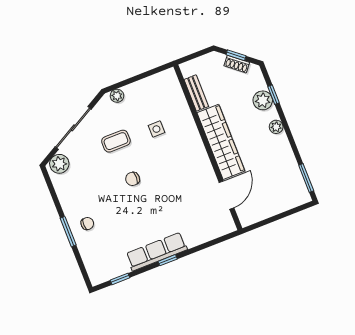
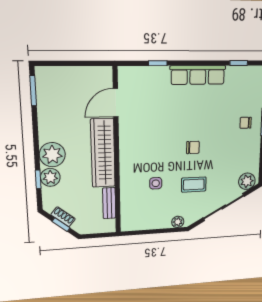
plant: (276, 127) -> (52, 155), width x1.88, depth x1.88
window: (168, 260) -> (158, 63), moved

